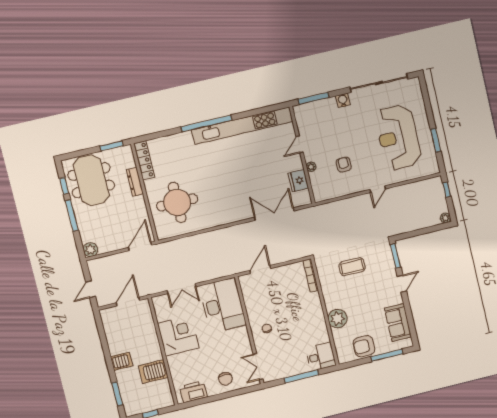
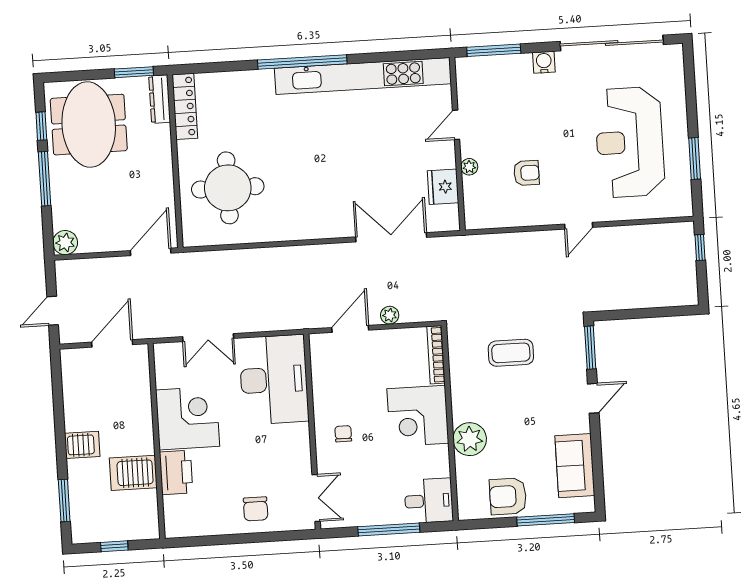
armchair: (344, 165) -> (526, 173), turned 90
dresser: (135, 182) -> (160, 99), moved
plant: (445, 218) -> (390, 315), moved
corner desk: (307, 311) -> (418, 416), added
double door: (258, 367) -> (316, 498), swing flipped
printer: (193, 392) -> (176, 472), moved, turned 90

